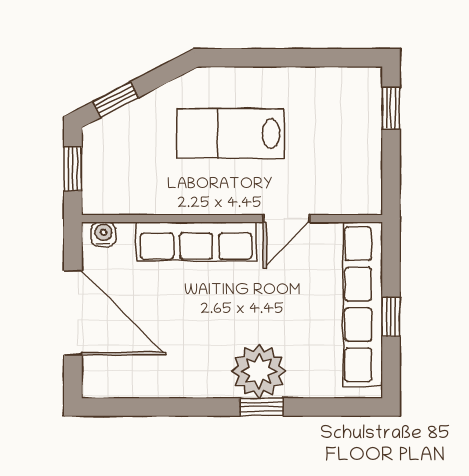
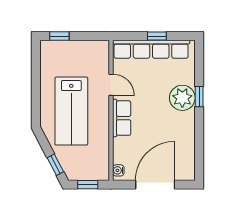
lab bench: (230, 134) -> (71, 111), width x1.36, depth x1.39
row of seats: (196, 241) -> (122, 118), width x0.68

